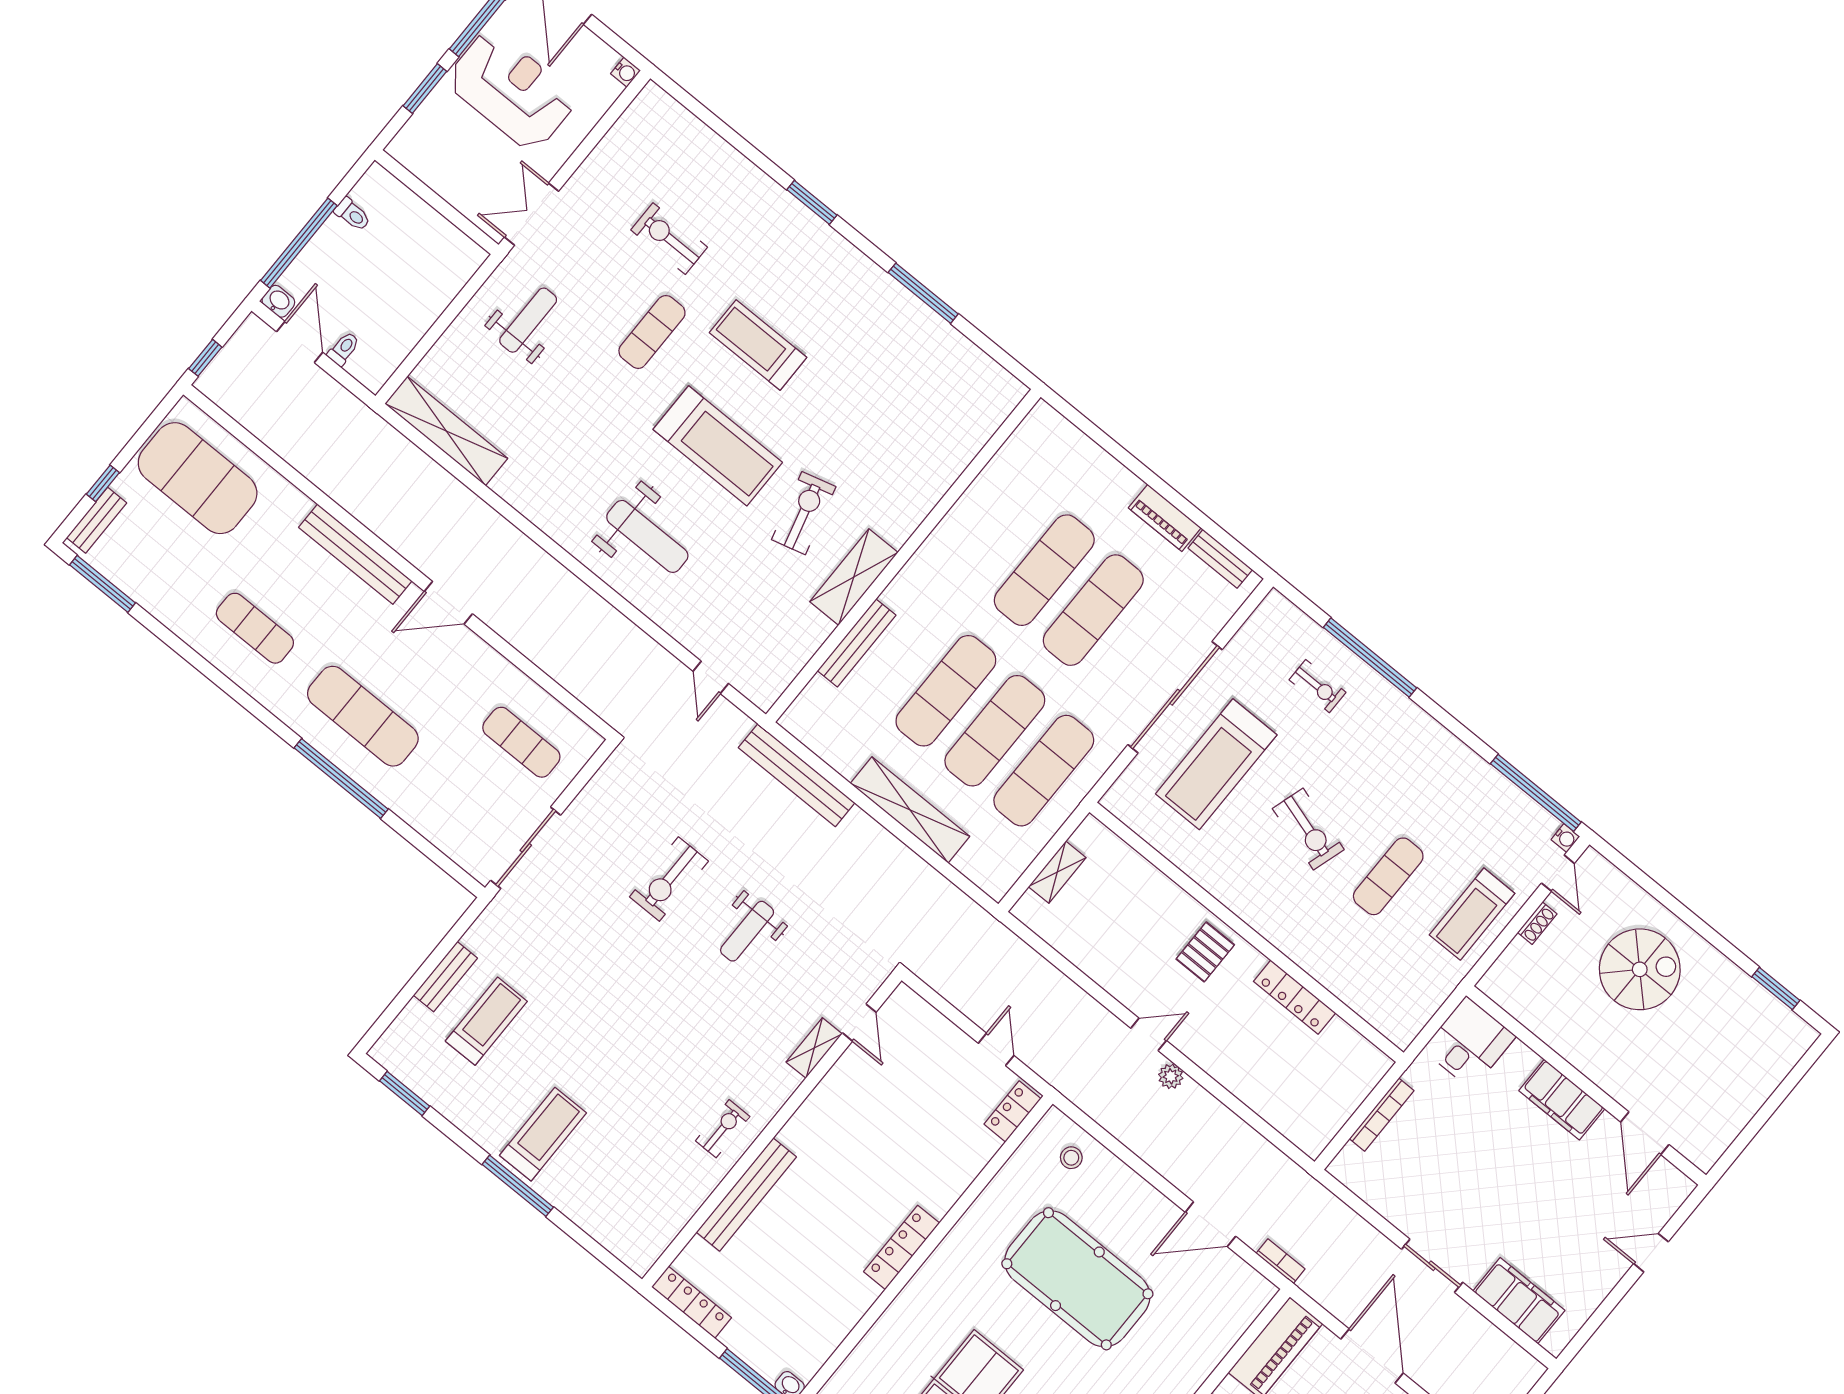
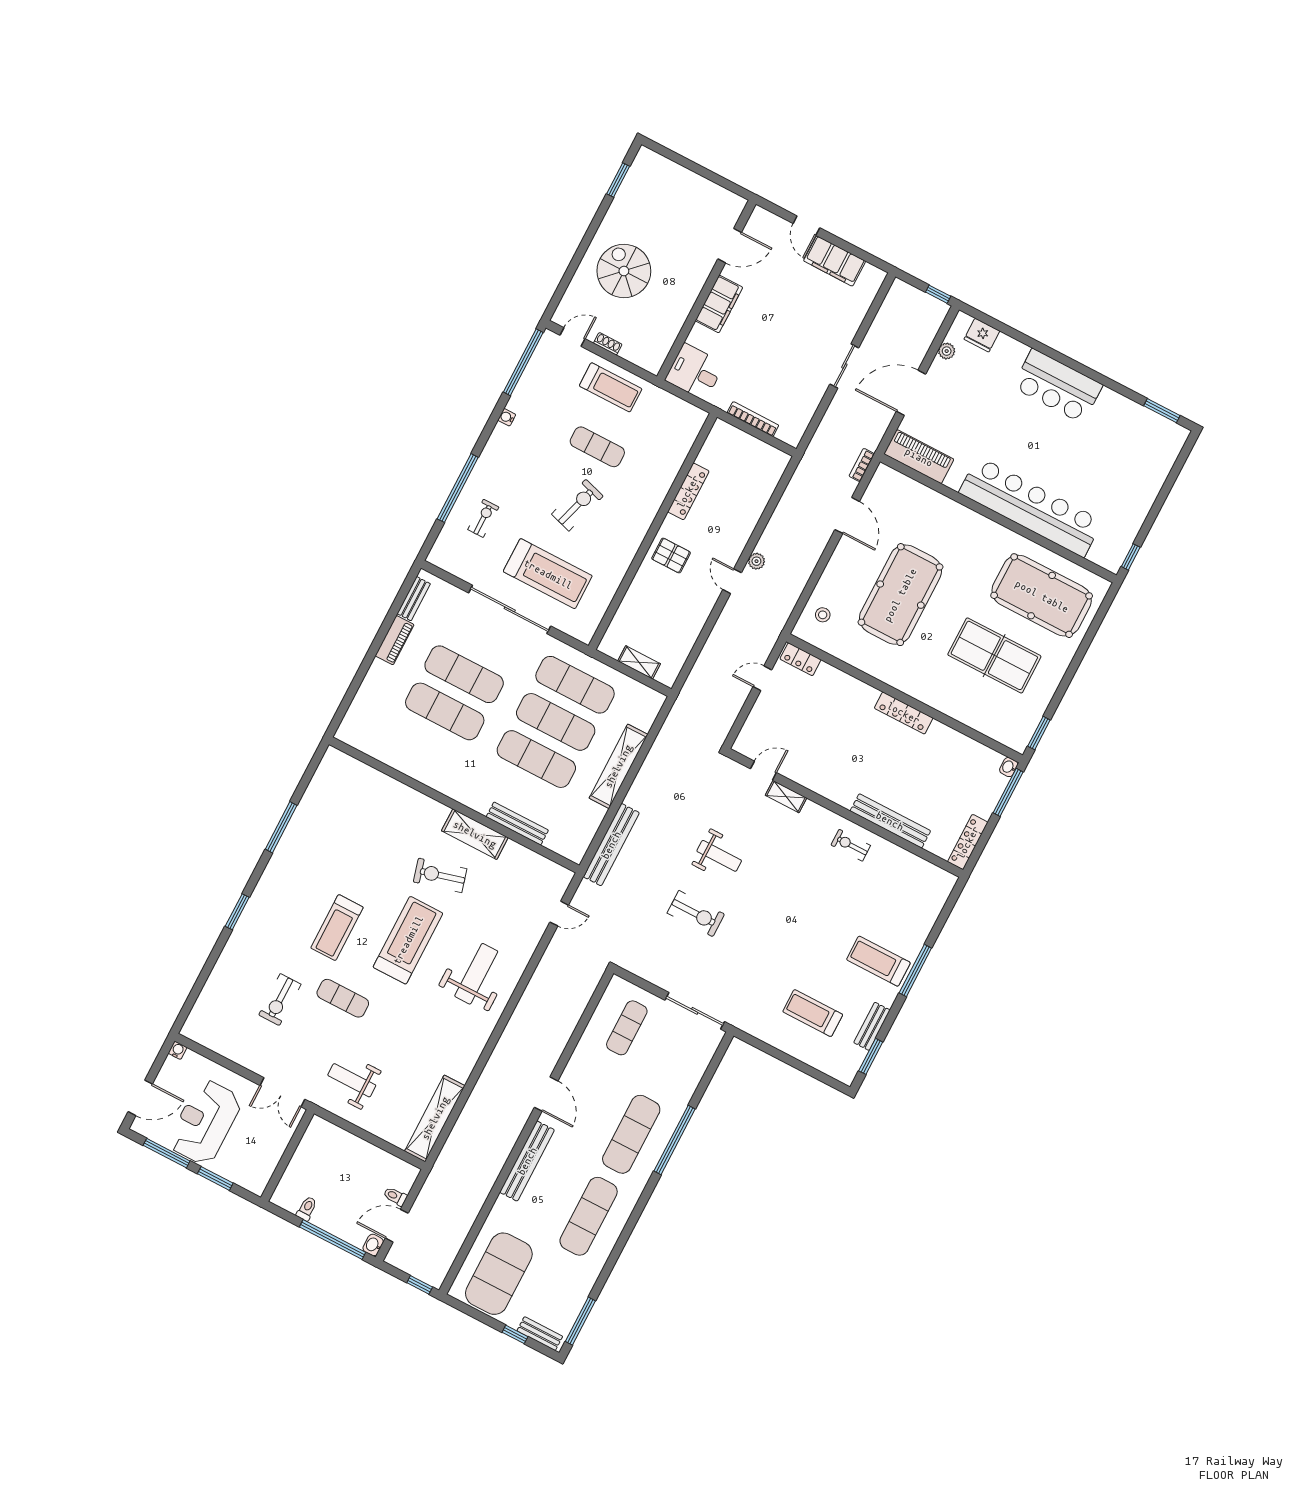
exercise mat: (255, 628) -> (589, 1216), width x1.36, depth x1.45
water cooler: (1565, 838) -> (507, 417), moved, turned -90
bench: (445, 977) -> (872, 1026), moved, turned 90
filing cabinet: (1519, 1301) -> (835, 261), moved, turned -90

